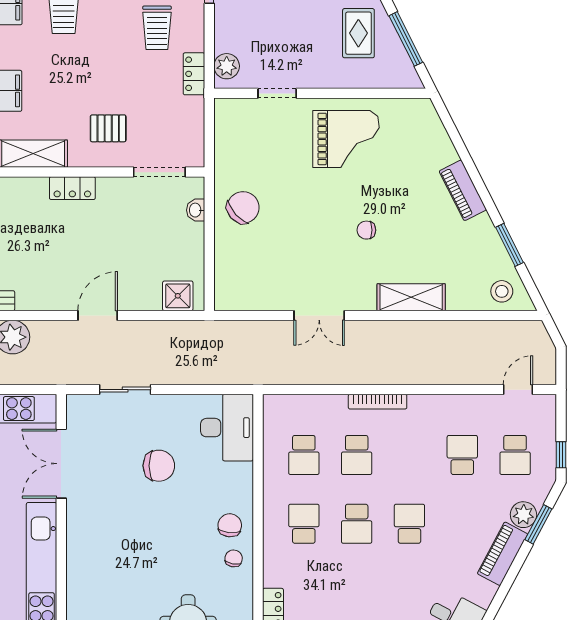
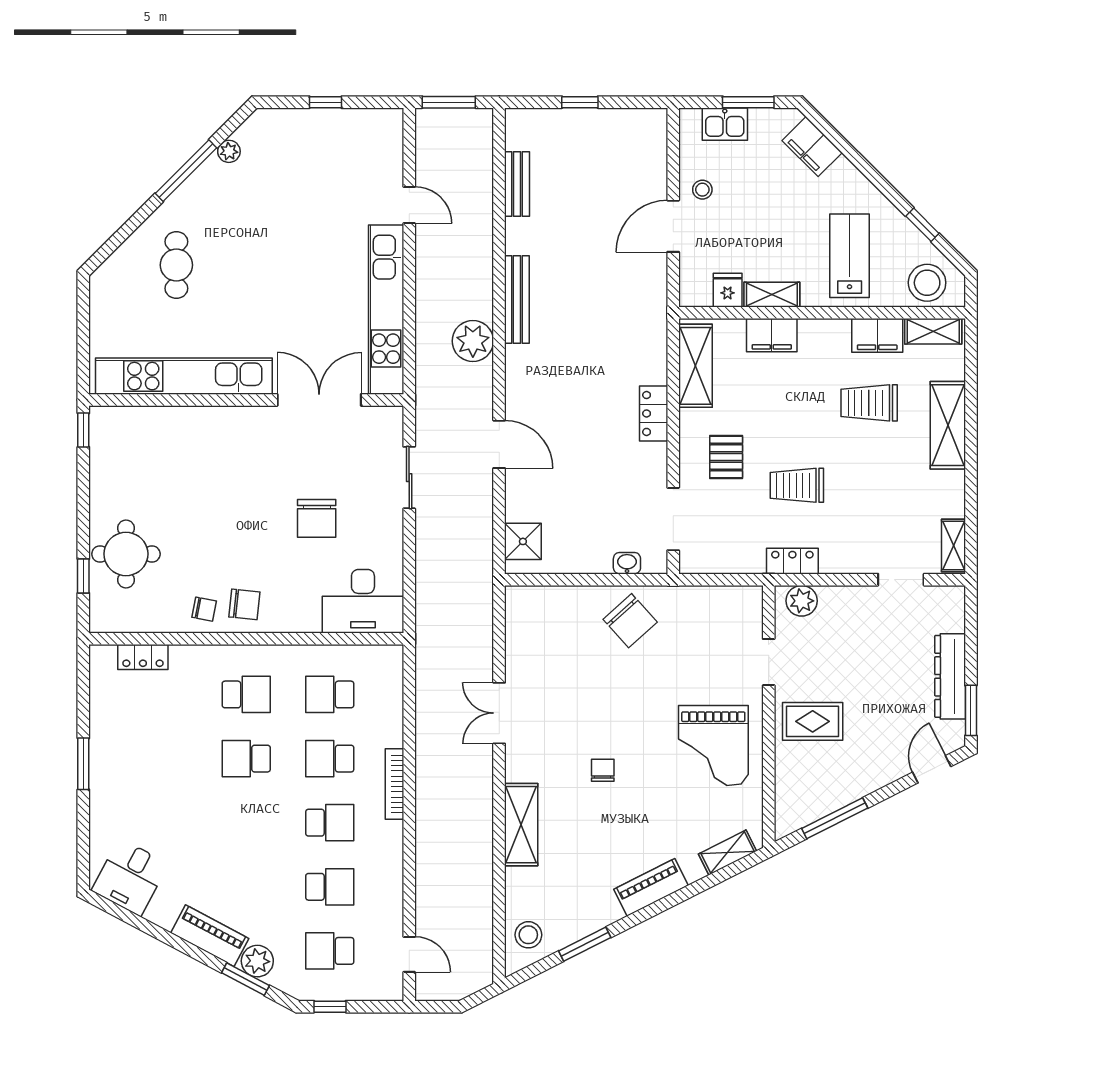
trolley: (157, 28) -> (797, 485), moved
rug: (358, 33) -> (813, 721), moved
shelving: (434, 127) -> (728, 853), added
school desk: (409, 524) -> (330, 823), moved

